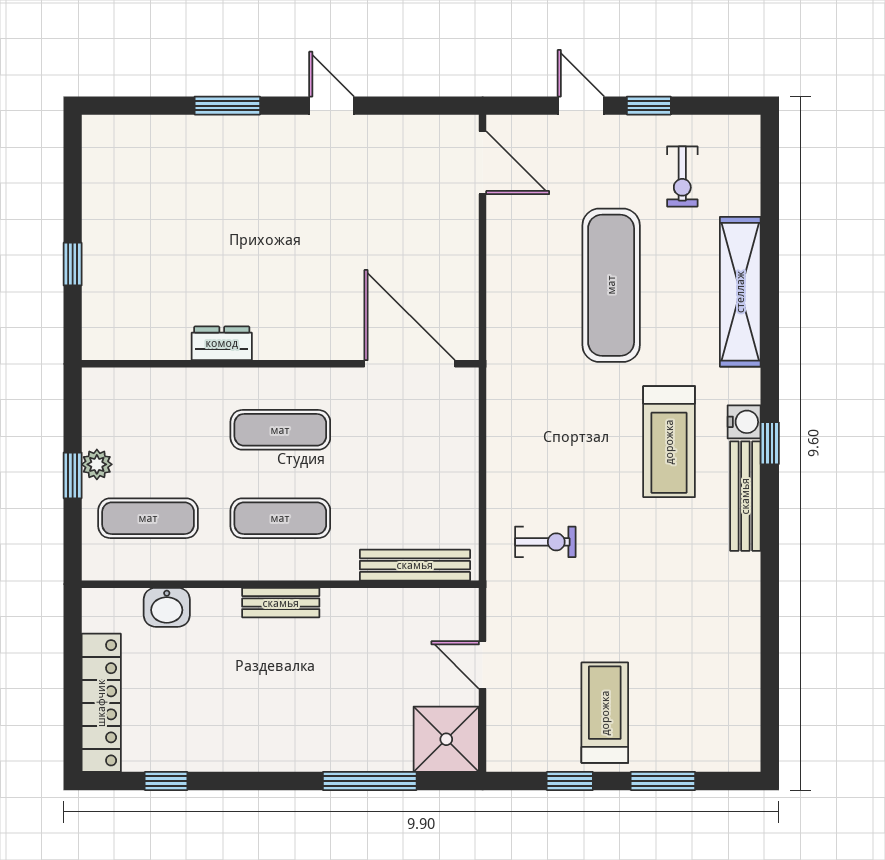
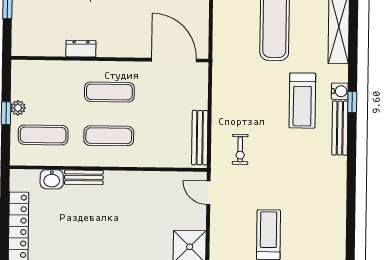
exercise bike: (545, 542) -> (240, 149), turned 90
bench: (415, 565) -> (200, 138), moved, turned 90
bench: (281, 603) -> (84, 177), moved
door: (483, 665) -> (208, 193), moved

